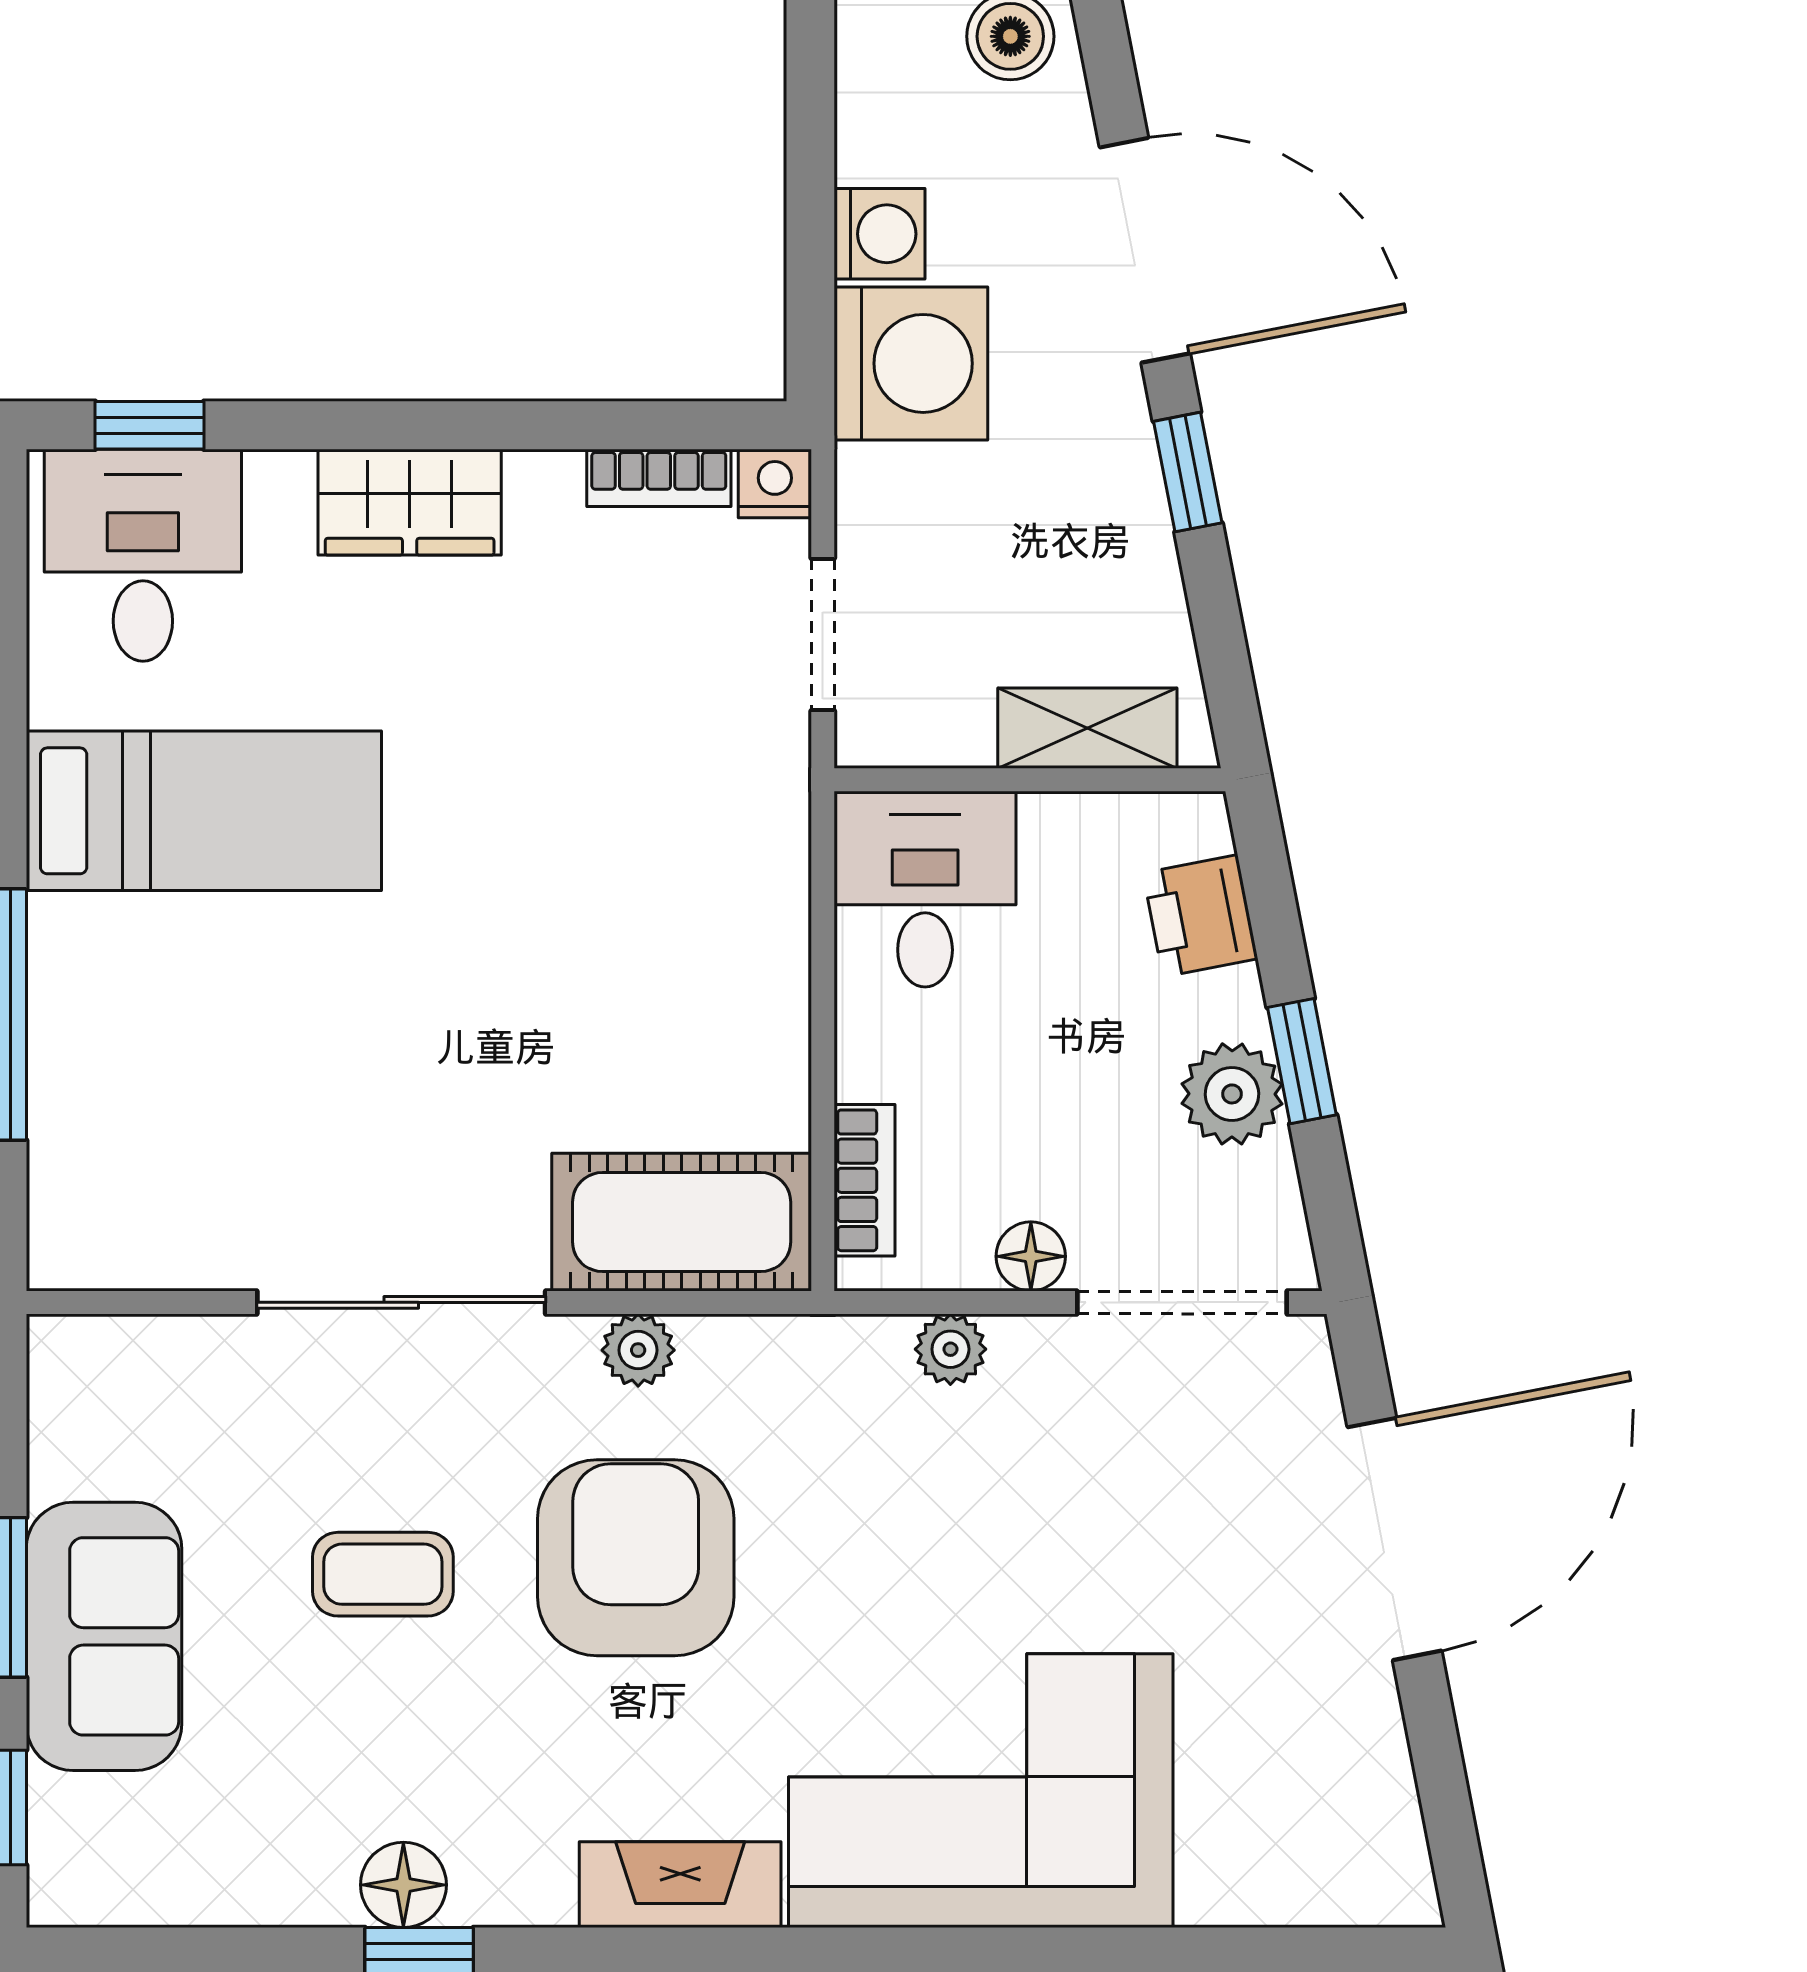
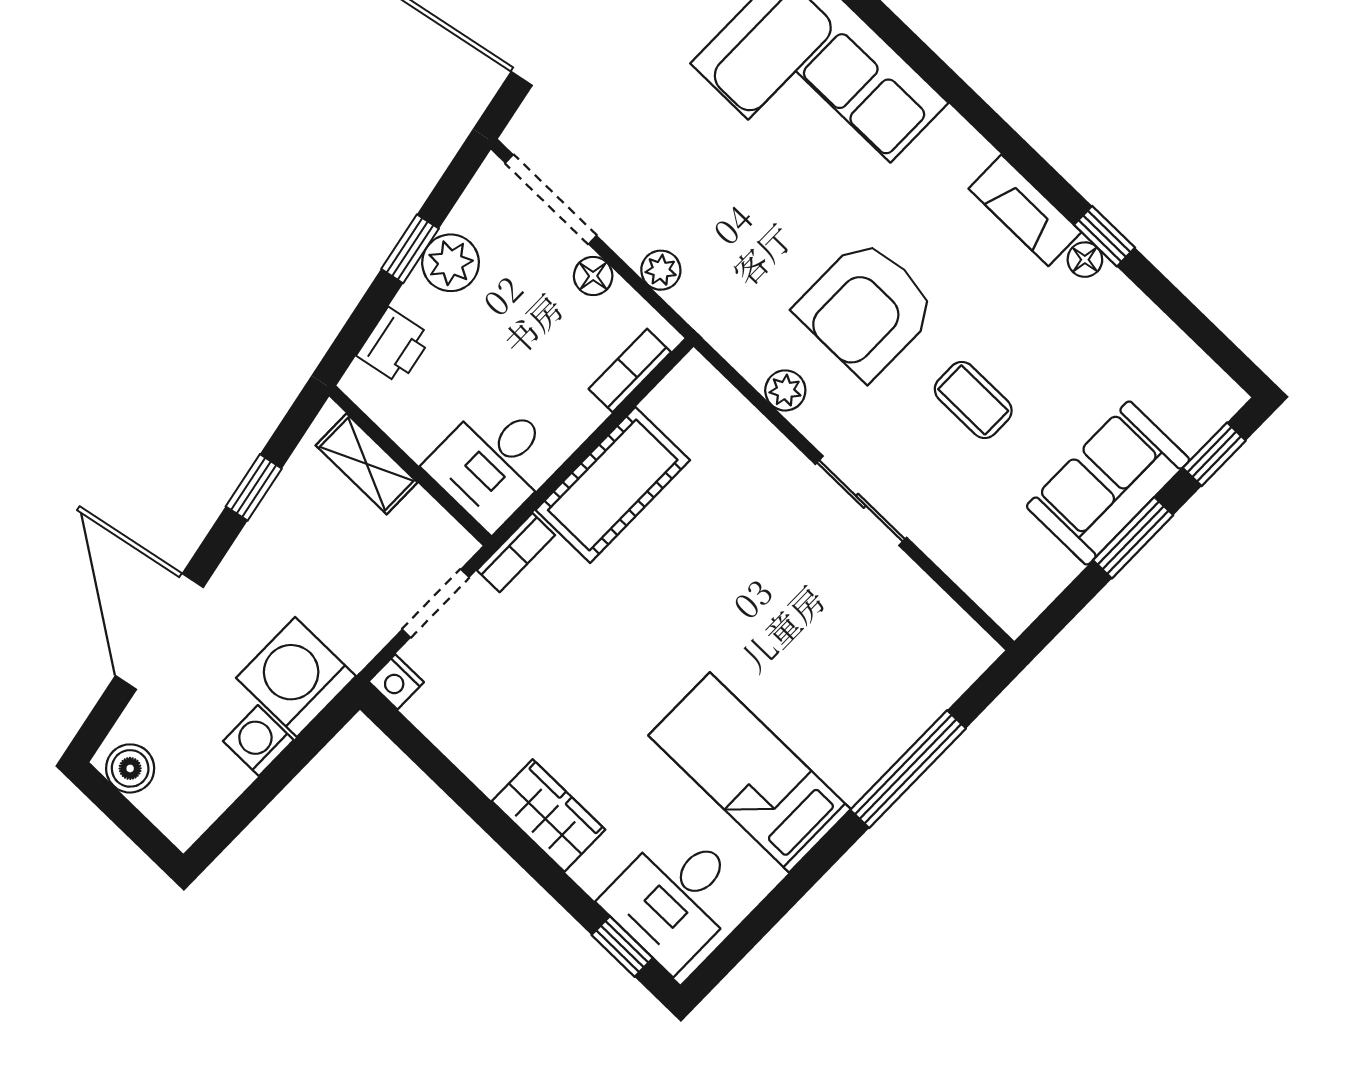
window: (1188, 472) -> (254, 487), moved
bookcase: (659, 478) -> (516, 553), moved, turned 90
cot: (682, 1222) -> (613, 485), moved, turned 90
sliding door: (401, 1302) -> (861, 501), width x0.73
floor lamp: (403, 1885) -> (1085, 260), width x0.73, depth x0.73
fireplace: (680, 1885) -> (1025, 210), moved

